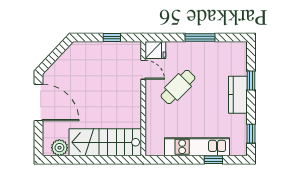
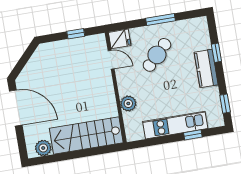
cafe table: (178, 87) -> (157, 55), moved
plant: (153, 117) -> (128, 103), added

